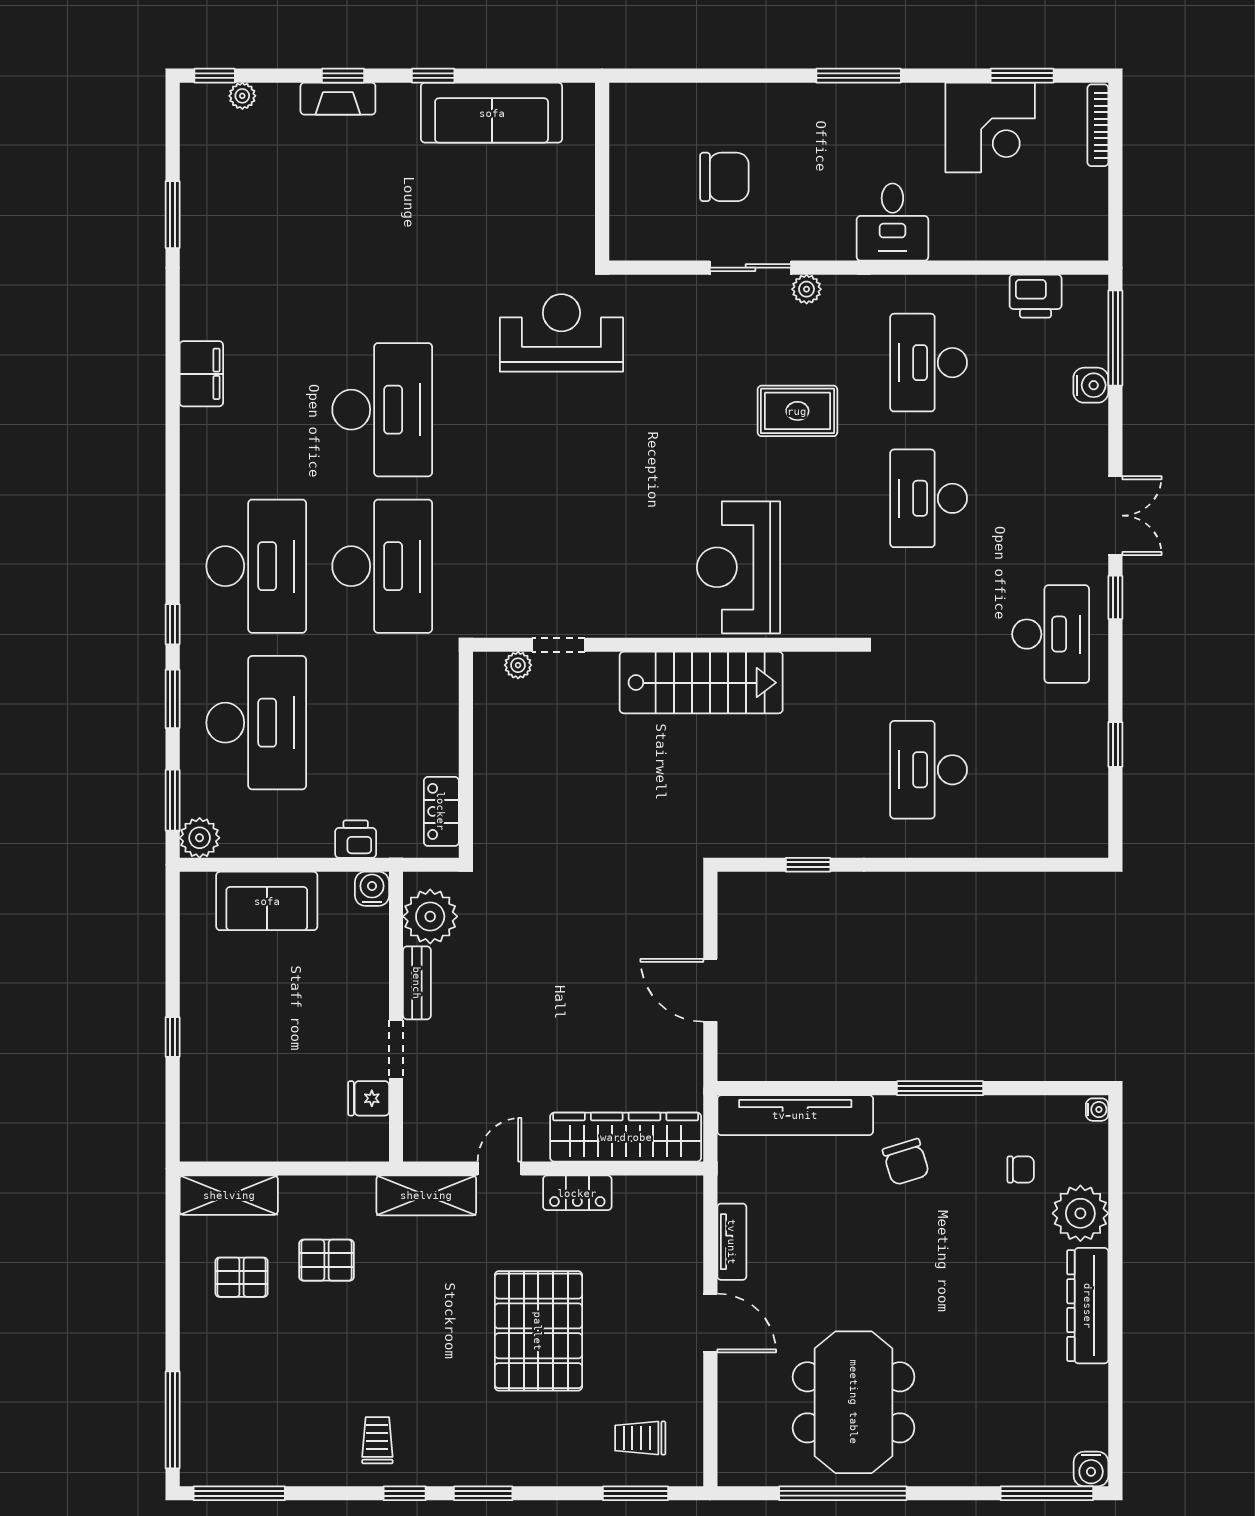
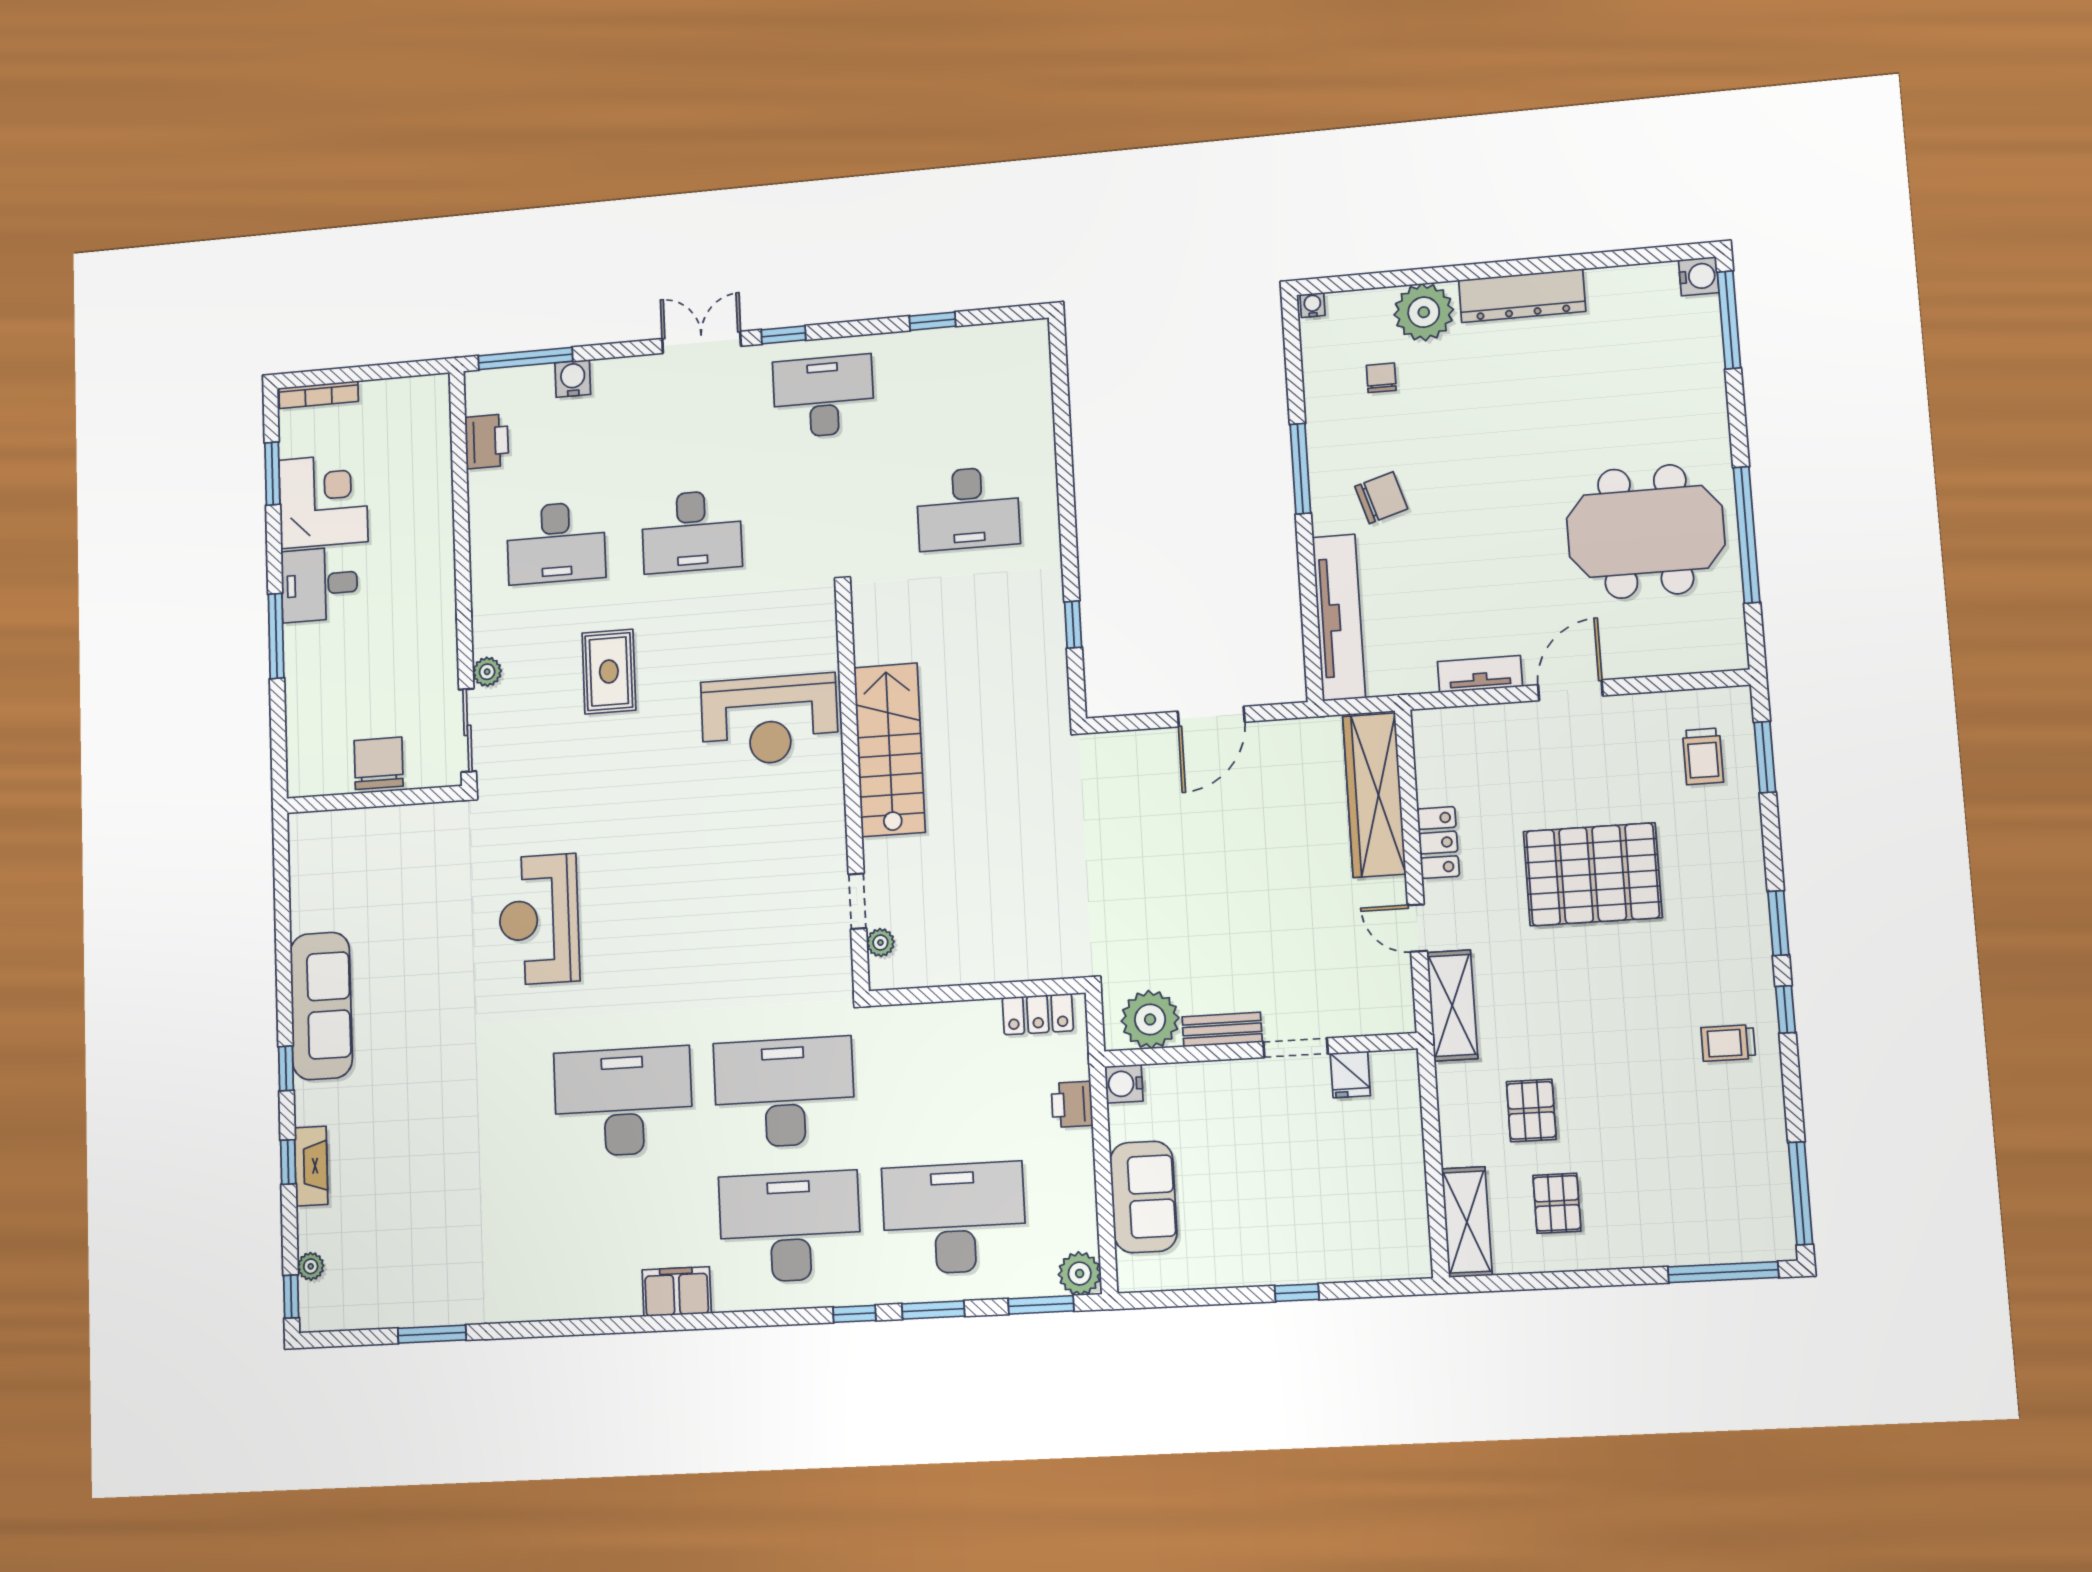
wall: (602, 172) -> (374, 799), moved
desk: (892, 222) -> (319, 584), moved, turned 180
filing cabinet: (201, 374) -> (677, 1292), moved

